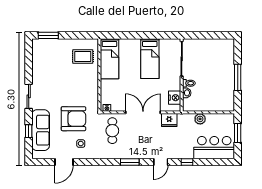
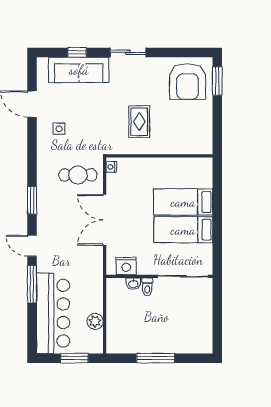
rug: (83, 56) -> (139, 122), moved
bed: (109, 59) -> (183, 202), moved
double door: (143, 112) -> (105, 220), swing flipped
armchair: (73, 119) -> (188, 82), moved
plant: (200, 119) -> (95, 321), moved
fridge: (169, 120) -> (93, 258), removed
bar counter: (214, 148) -> (53, 313), width x1.36
window: (187, 162) -> (32, 284), width x2.17

